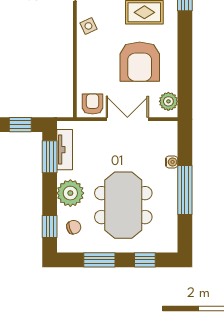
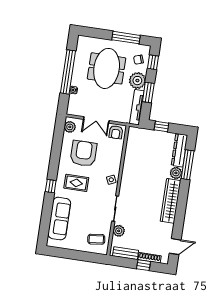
tv unit: (65, 150) -> (137, 107), width x1.41
window: (50, 157) -> (148, 93), moved
window: (185, 190) -> (68, 72), width x1.46
window: (99, 260) -> (126, 38), width x1.44
window: (145, 260) -> (99, 33), removed

